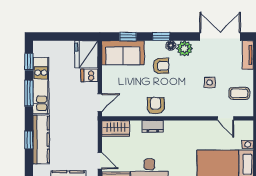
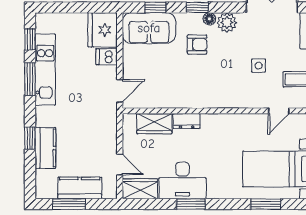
armchair: (156, 106) -> (190, 95), removed
door: (225, 118) -> (279, 111), hinge flipped
wardrobe: (116, 128) -> (154, 124), moved
kitchen counter: (41, 139) -> (45, 148), width x0.67

